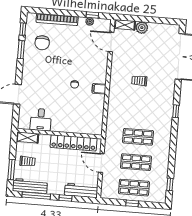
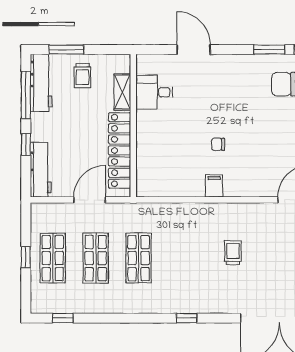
shelving: (27, 138) -> (122, 92), moved

